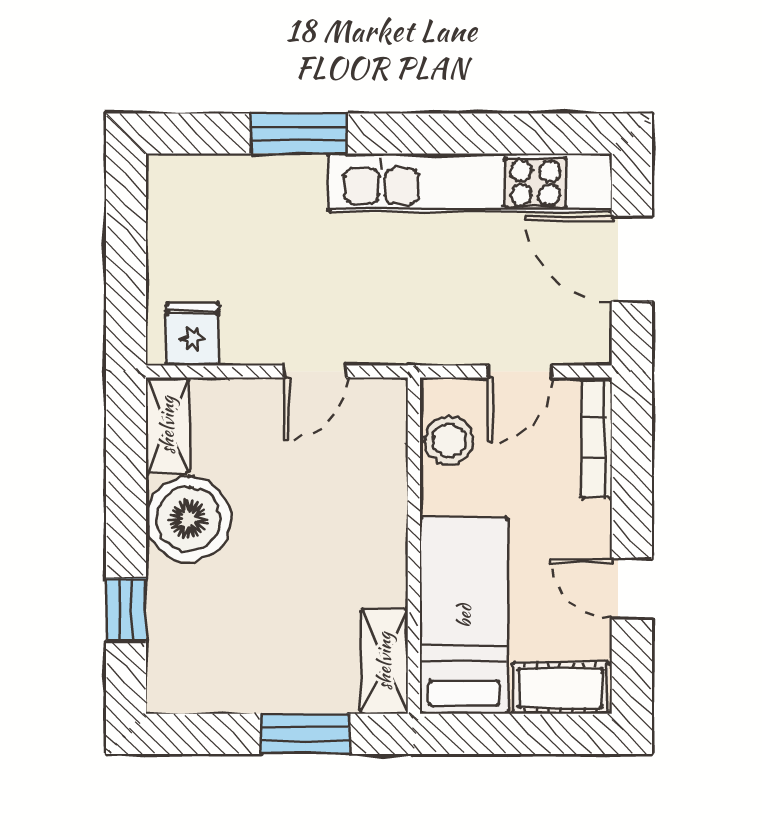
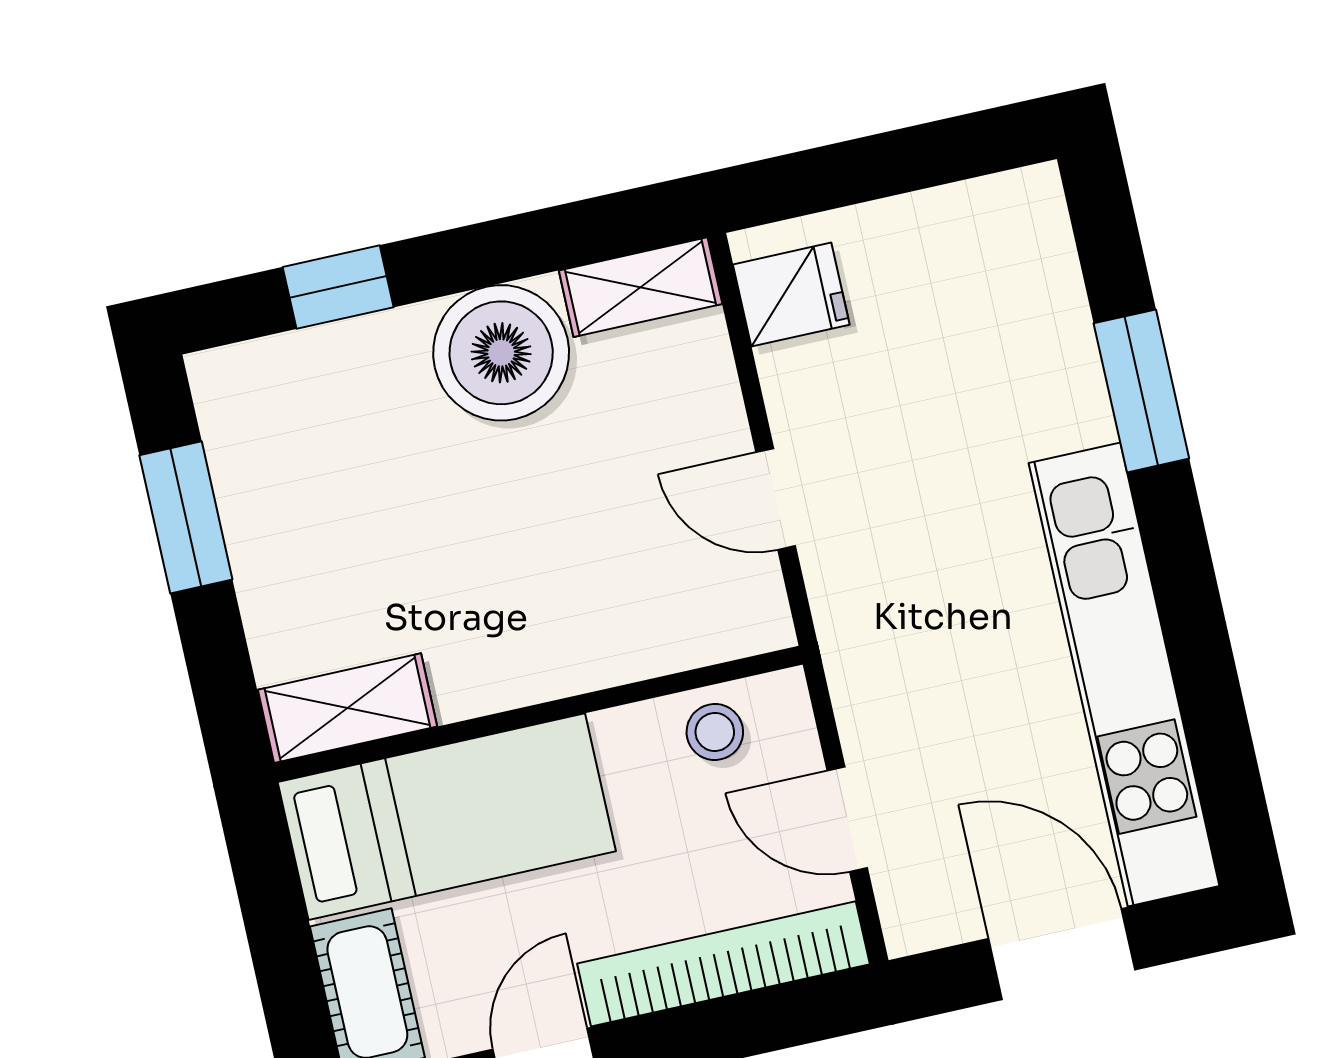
door: (632, 259) -> (1062, 954), hinge flipped
bookcase: (596, 438) -> (723, 964), width x1.48, depth x1.31
stool: (449, 440) -> (715, 732), width x0.73, depth x0.73
window: (305, 734) -> (186, 517), moved

